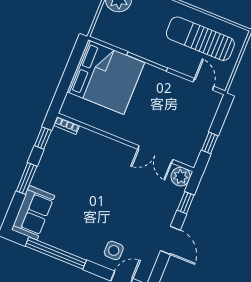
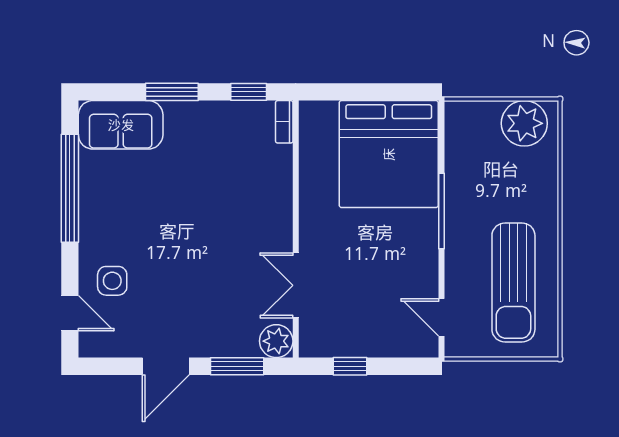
sun lounger: (200, 39) -> (513, 282), turned 180
door: (203, 84) -> (441, 317), swing flipped
window: (186, 203) -> (237, 366), width x1.50

